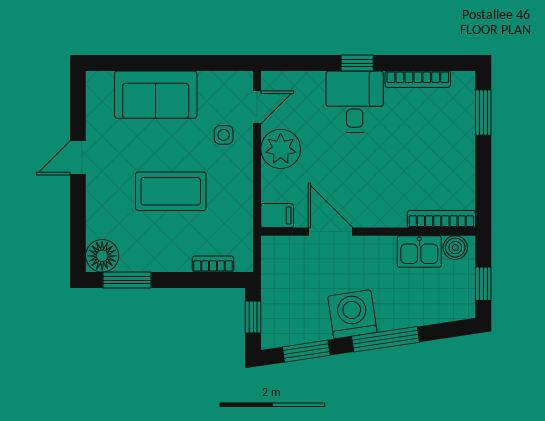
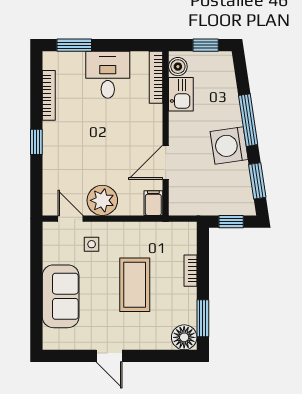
desk: (355, 102) -> (108, 75), moved, turned 90
bookcase: (213, 264) -> (190, 271), moved

